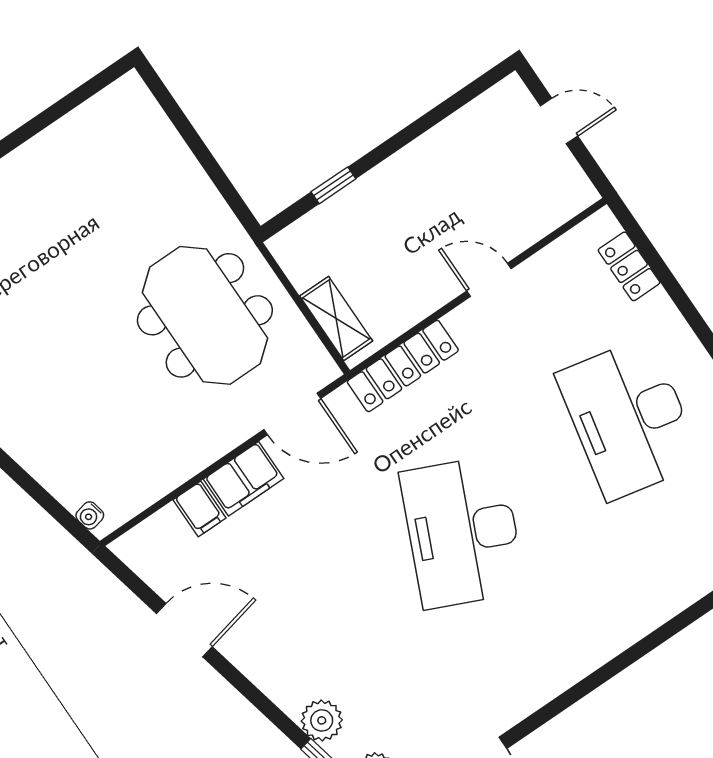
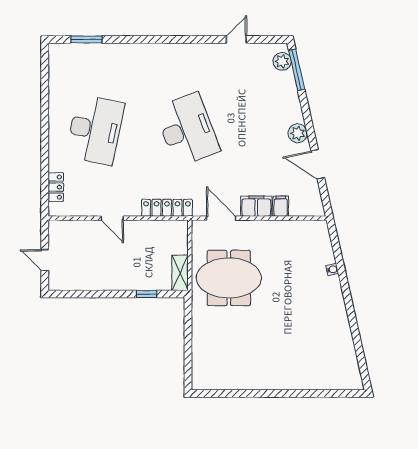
meeting table: (205, 315) -> (229, 278), turned 90
shelving: (336, 318) -> (180, 273), moved
water cooler: (90, 515) -> (332, 269), moved
desk: (463, 532) -> (187, 130), turned -45
plant: (322, 720) -> (298, 133), moved

